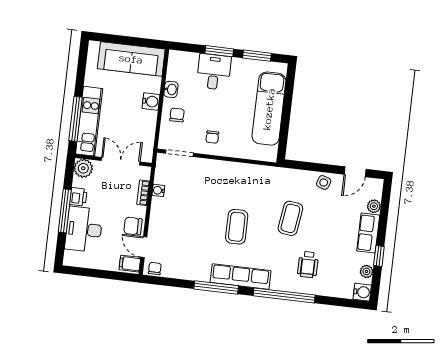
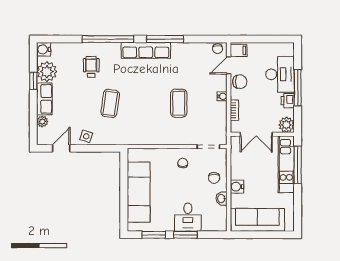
water cooler: (158, 190) -> (222, 96), moved
coffee table: (237, 227) -> (179, 103), moved
door: (144, 247) -> (229, 65), swing flipped
plant: (366, 271) -> (47, 72), width x1.87, depth x1.87

